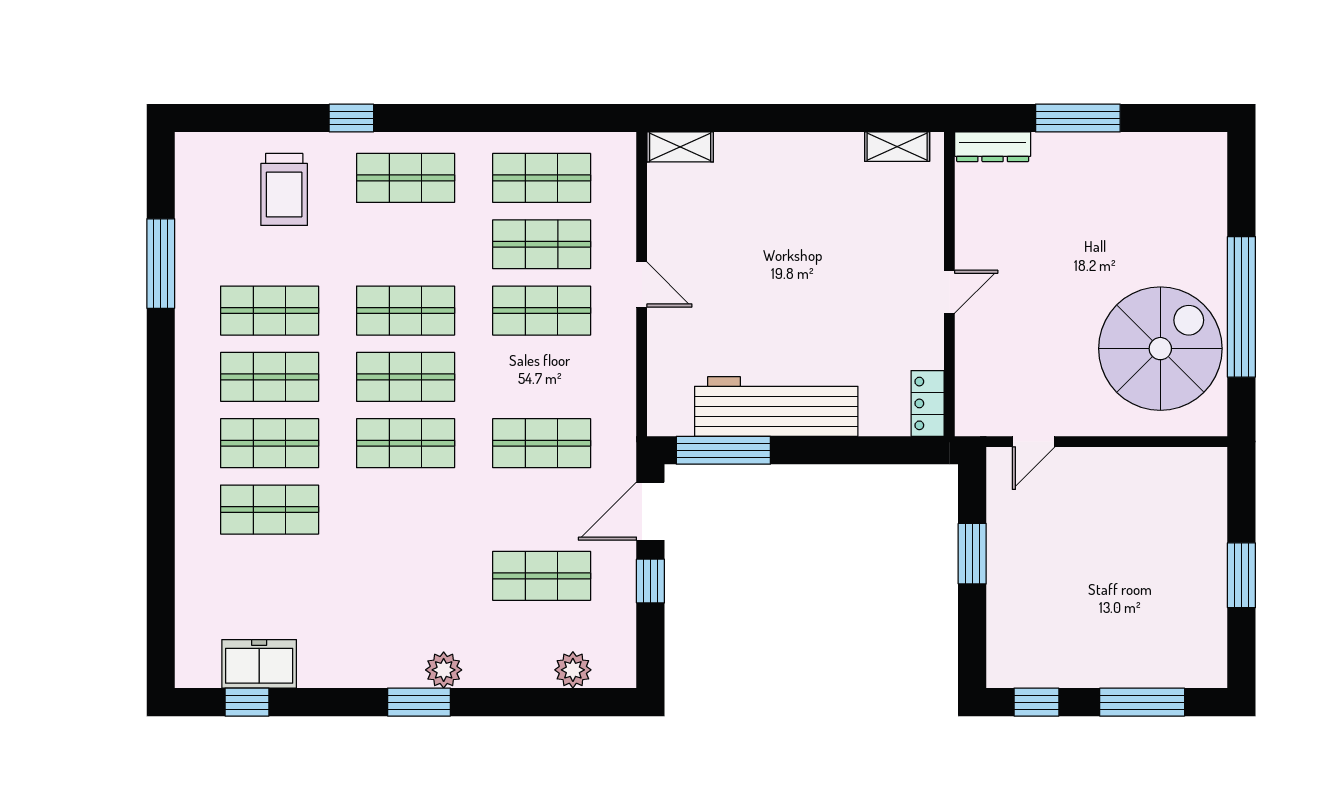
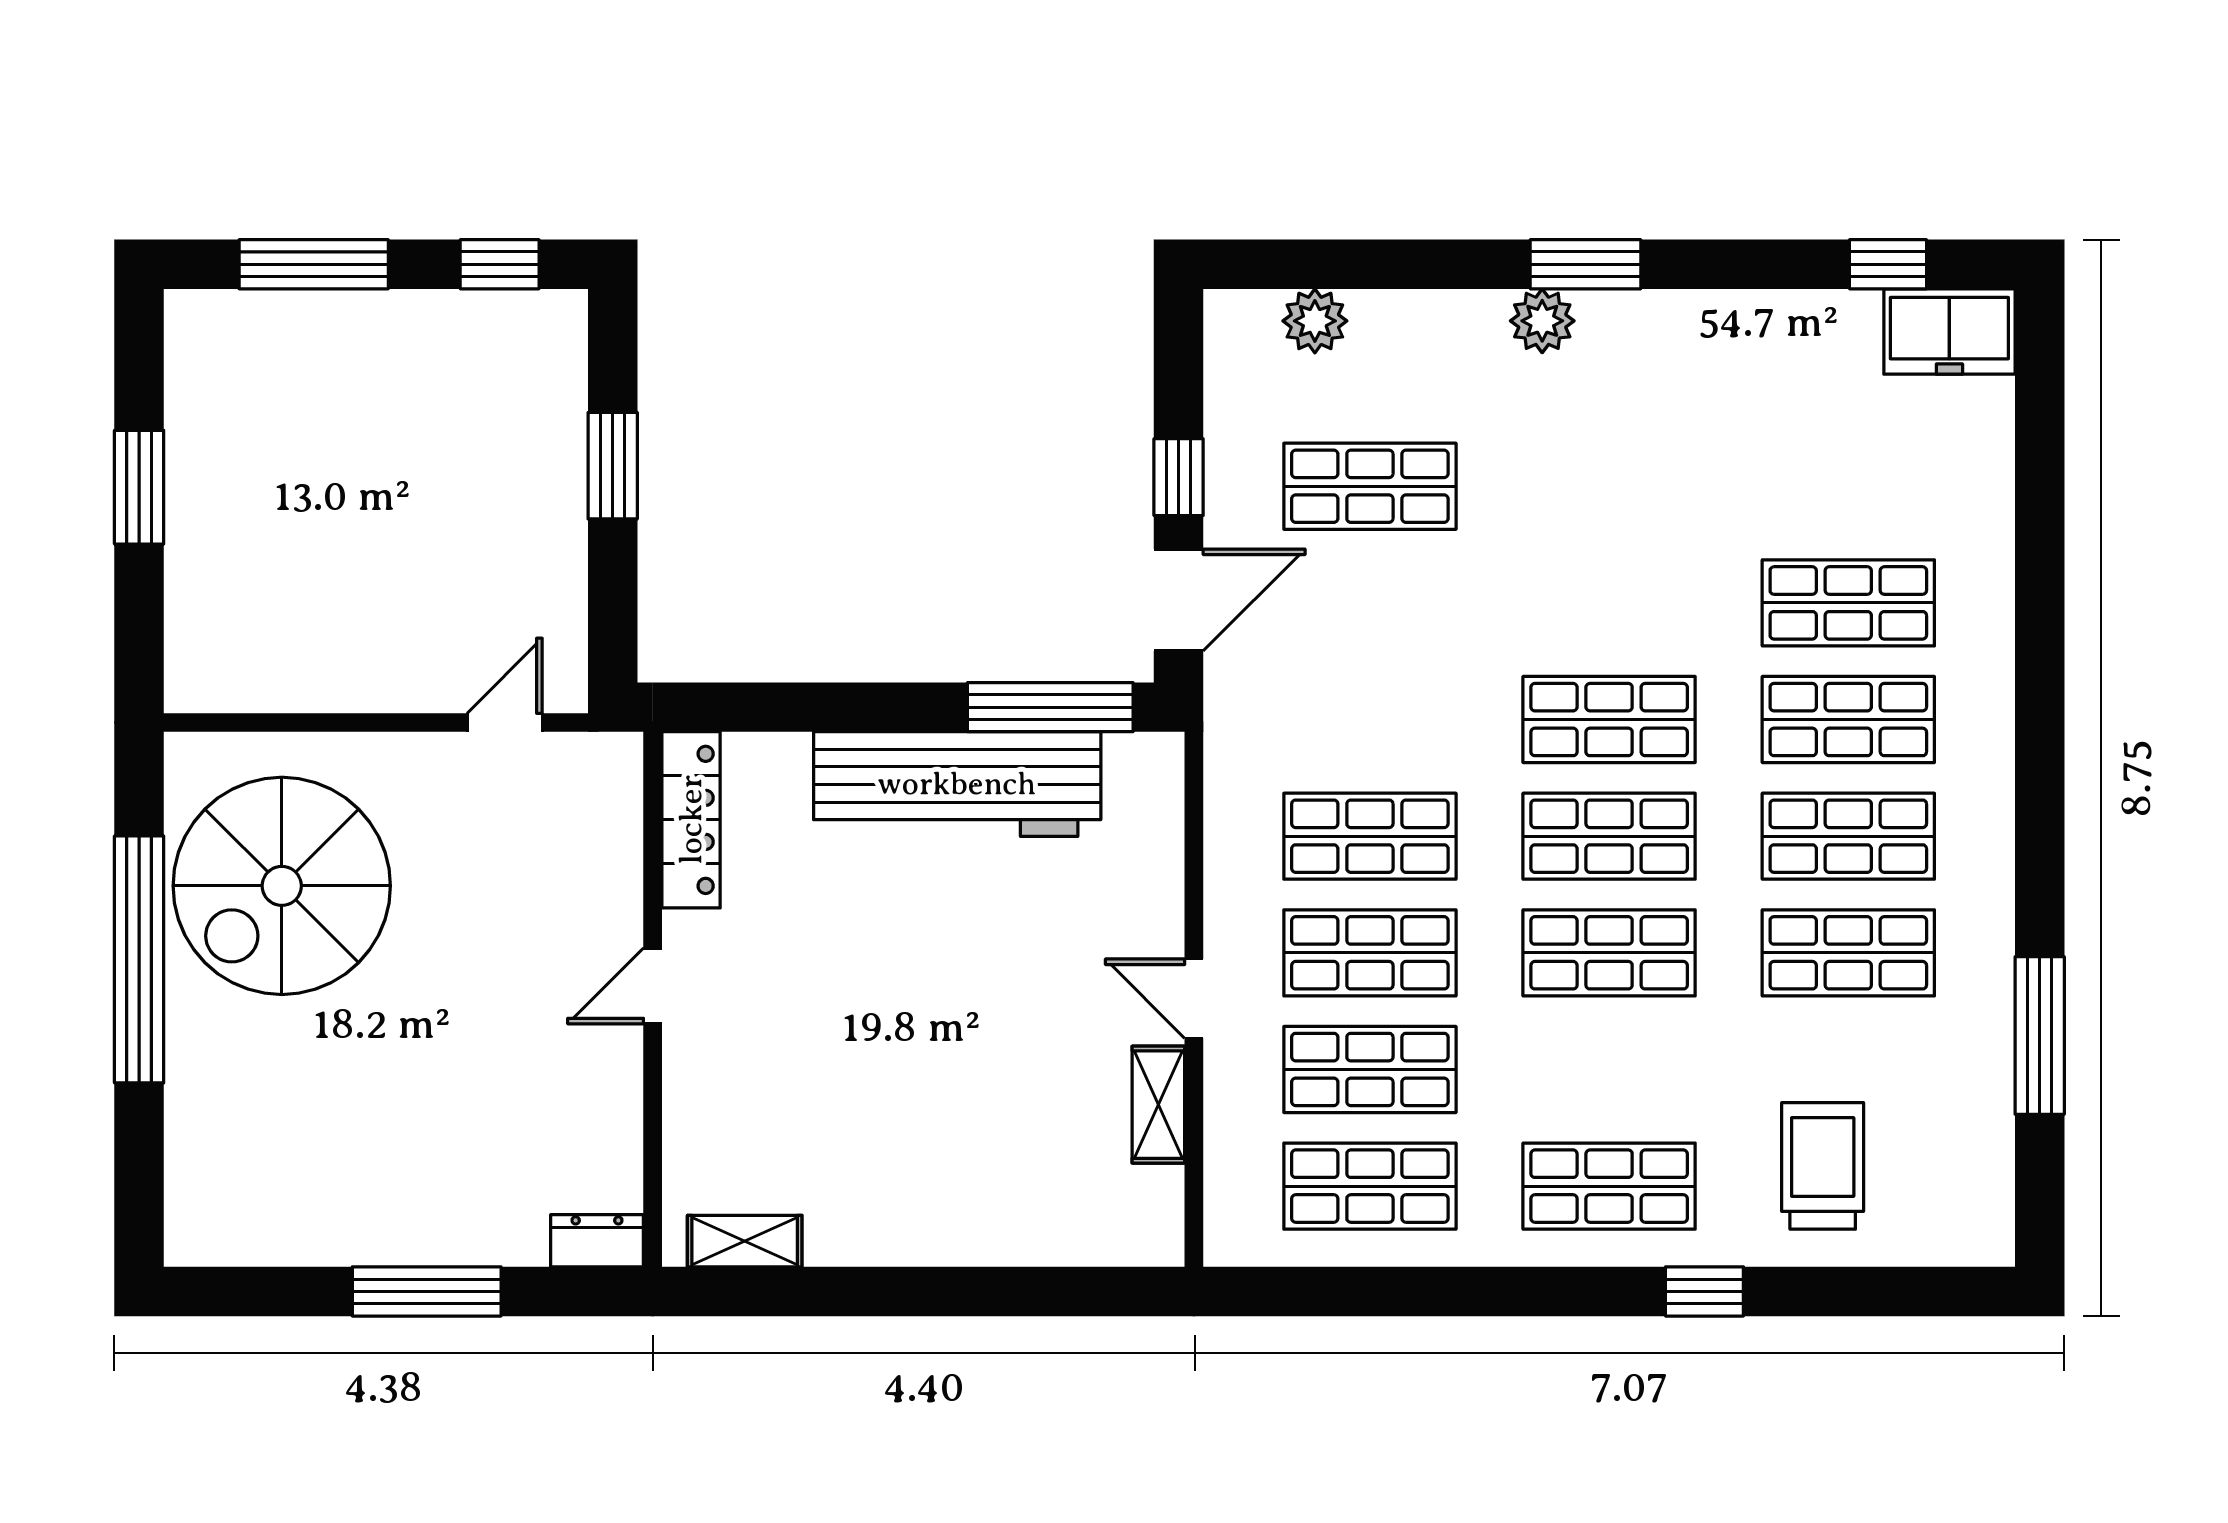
shelving: (680, 147) -> (1158, 1105), moved, turned 90
dresser: (993, 147) -> (597, 1241), width x0.70
locker: (928, 403) -> (691, 820), width x1.53
shop shelf: (542, 443) -> (1370, 836), moved
window: (972, 554) -> (613, 466), moved
freezer: (259, 664) -> (1949, 332), moved

